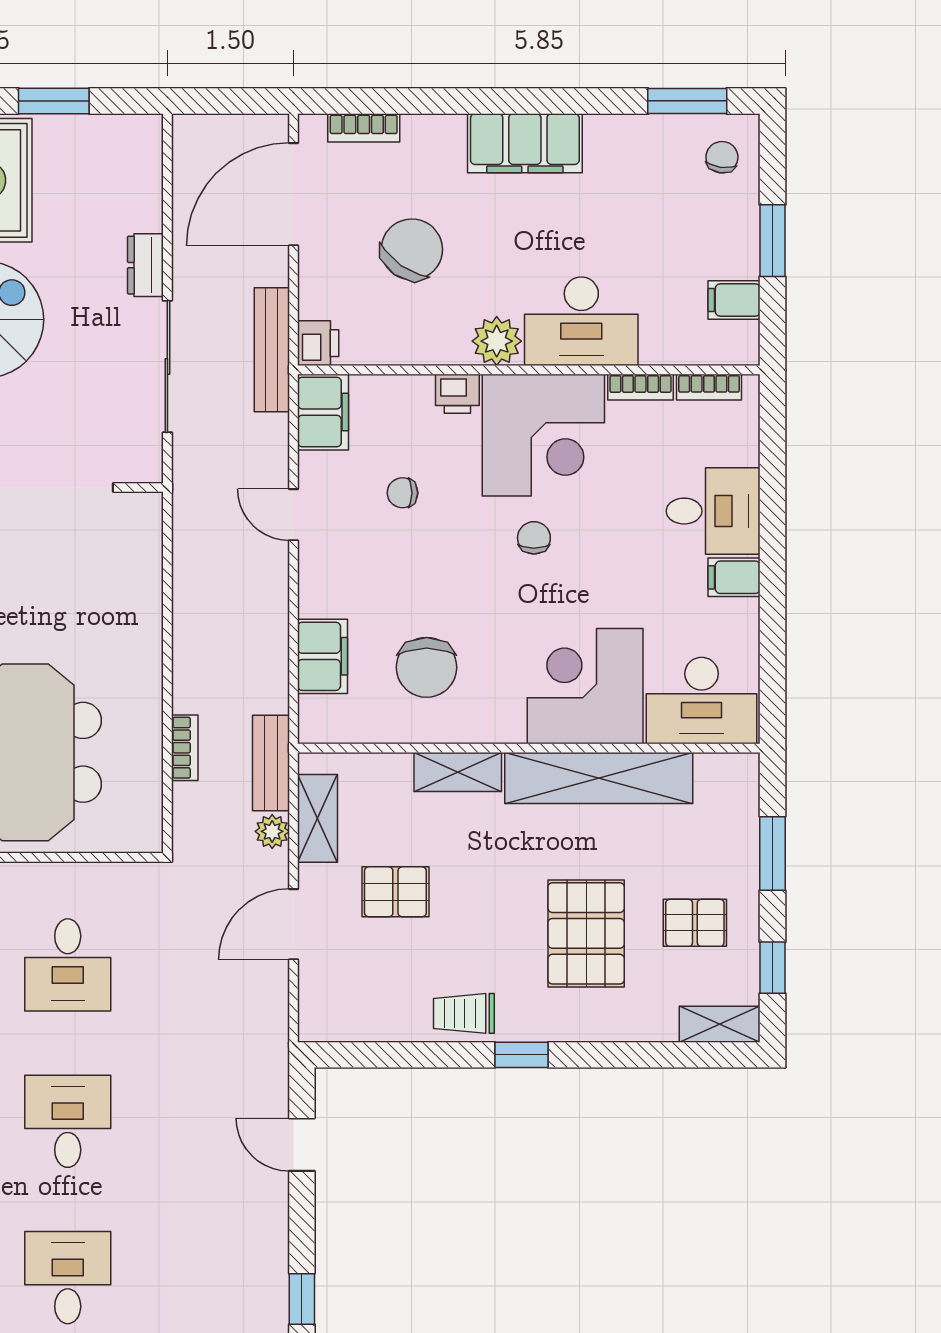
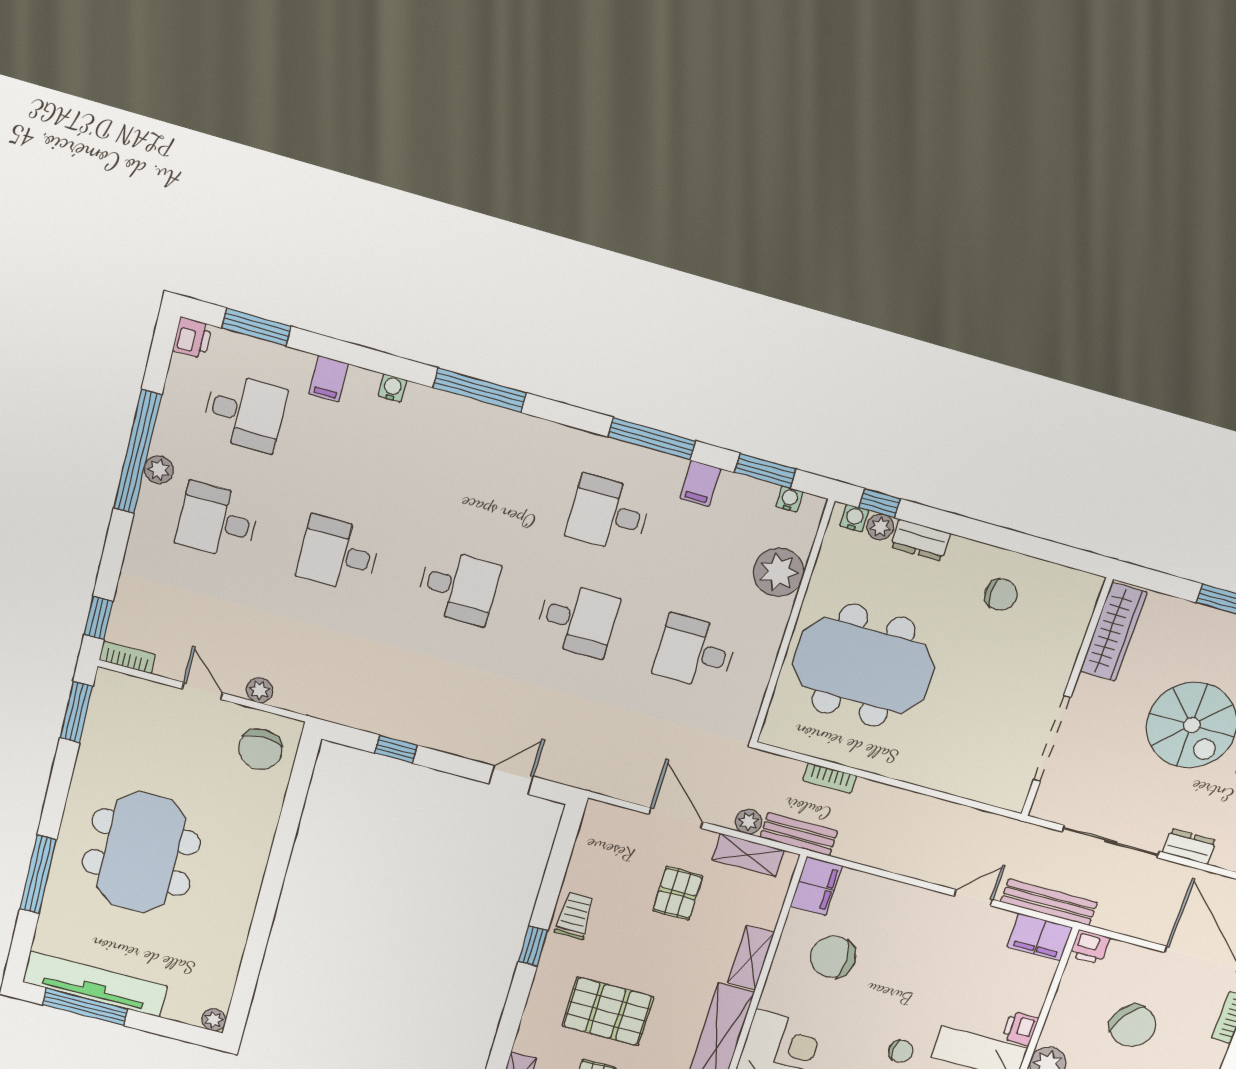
bench: (272, 350) -> (1049, 902), moved
chair: (402, 493) -> (963, 974), removed
filing cabinet: (323, 656) -> (816, 886), moved, turned -90

